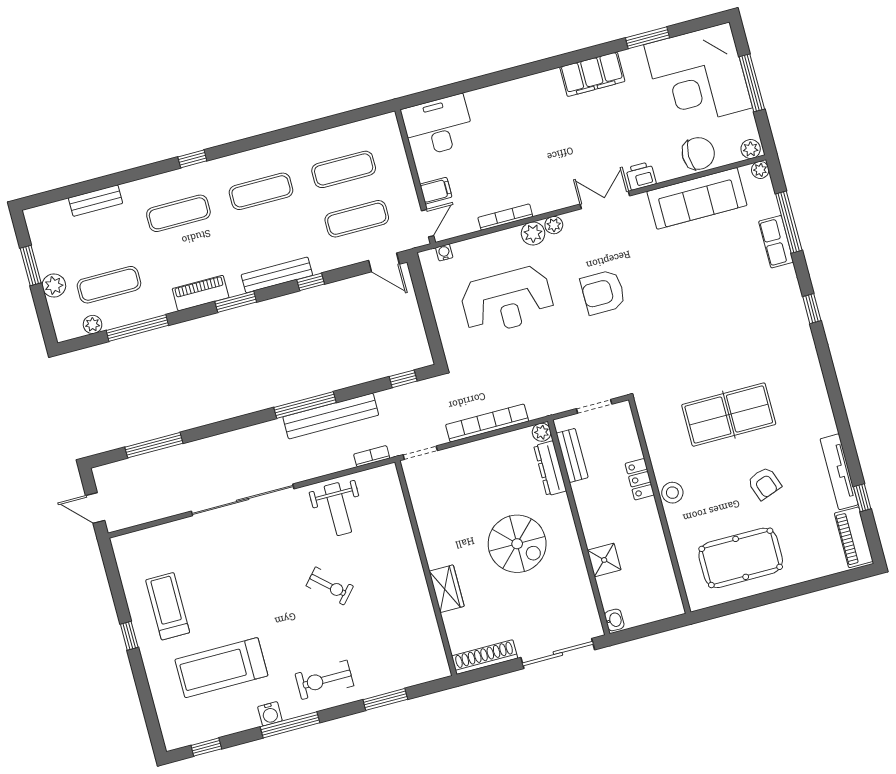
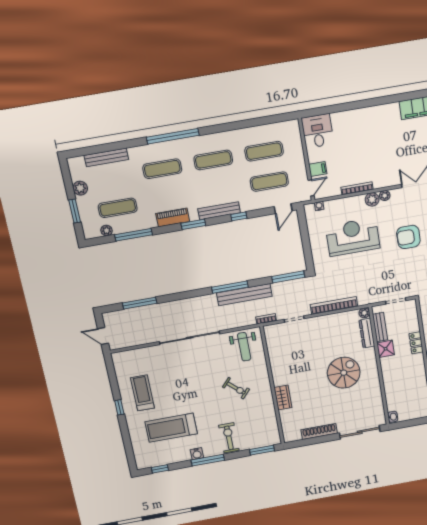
desk: (438, 126) -> (318, 131), width x0.73
window: (192, 159) -> (173, 136), width x3.17
bench: (96, 201) -> (106, 157), width x1.36
door: (384, 262) -> (283, 209), hinge flipped
window: (31, 266) -> (75, 211), moved
plant: (54, 286) -> (80, 188), moved
reception desk: (507, 301) -> (353, 237), turned 180
window: (403, 379) -> (288, 277), width x2.17
spiral stairs: (517, 544) -> (344, 373), turned -90
shower: (604, 560) -> (386, 349), moved
wall: (426, 568) -> (272, 386), moved
wardrobe: (447, 589) -> (283, 398), moved
exercise bike: (324, 680) -> (229, 438), turned 90

